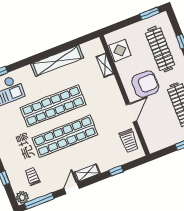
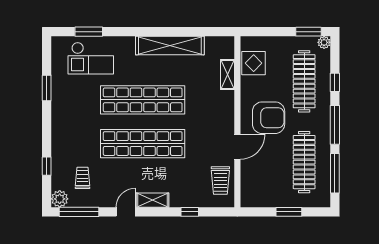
plant: (163, 17) -> (324, 42), added

